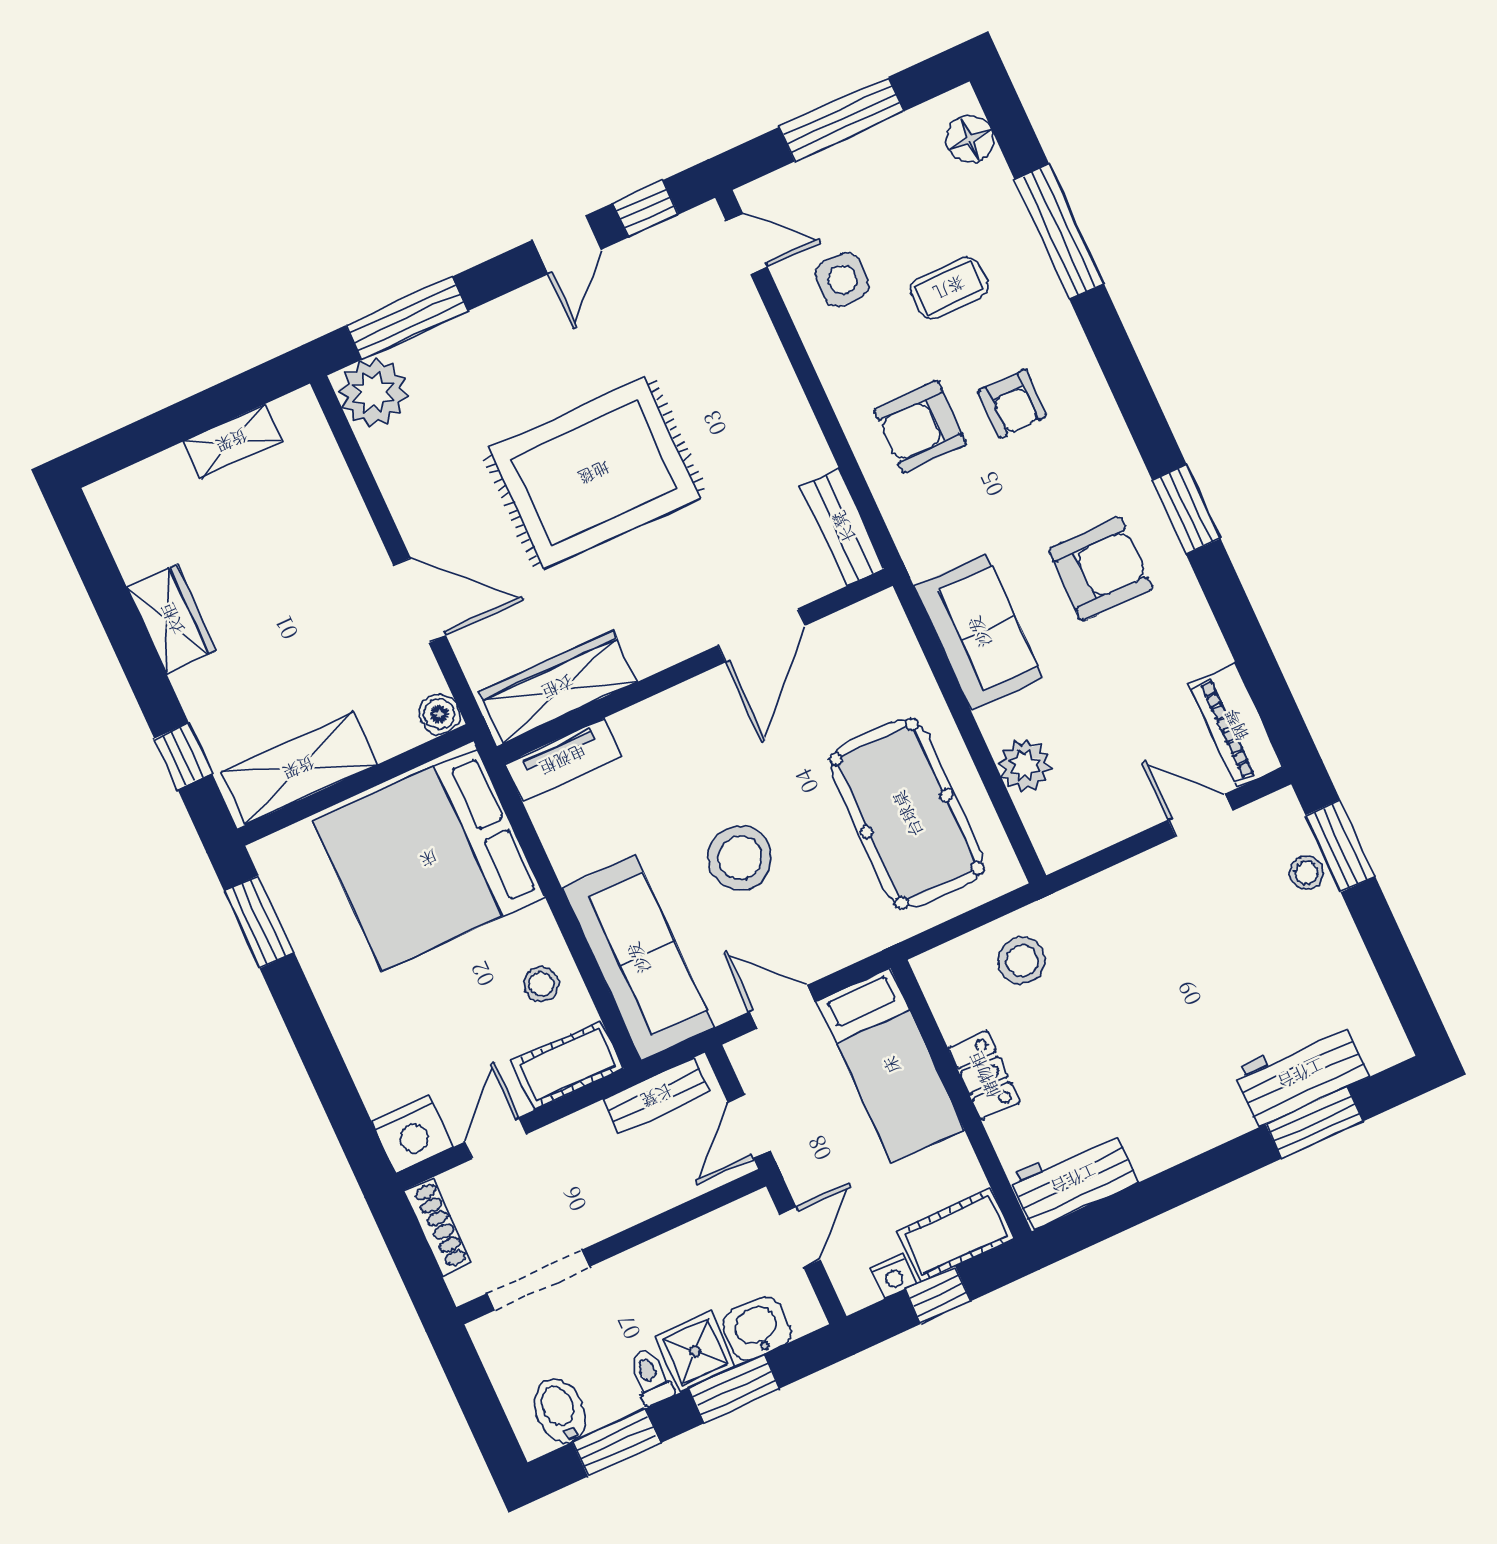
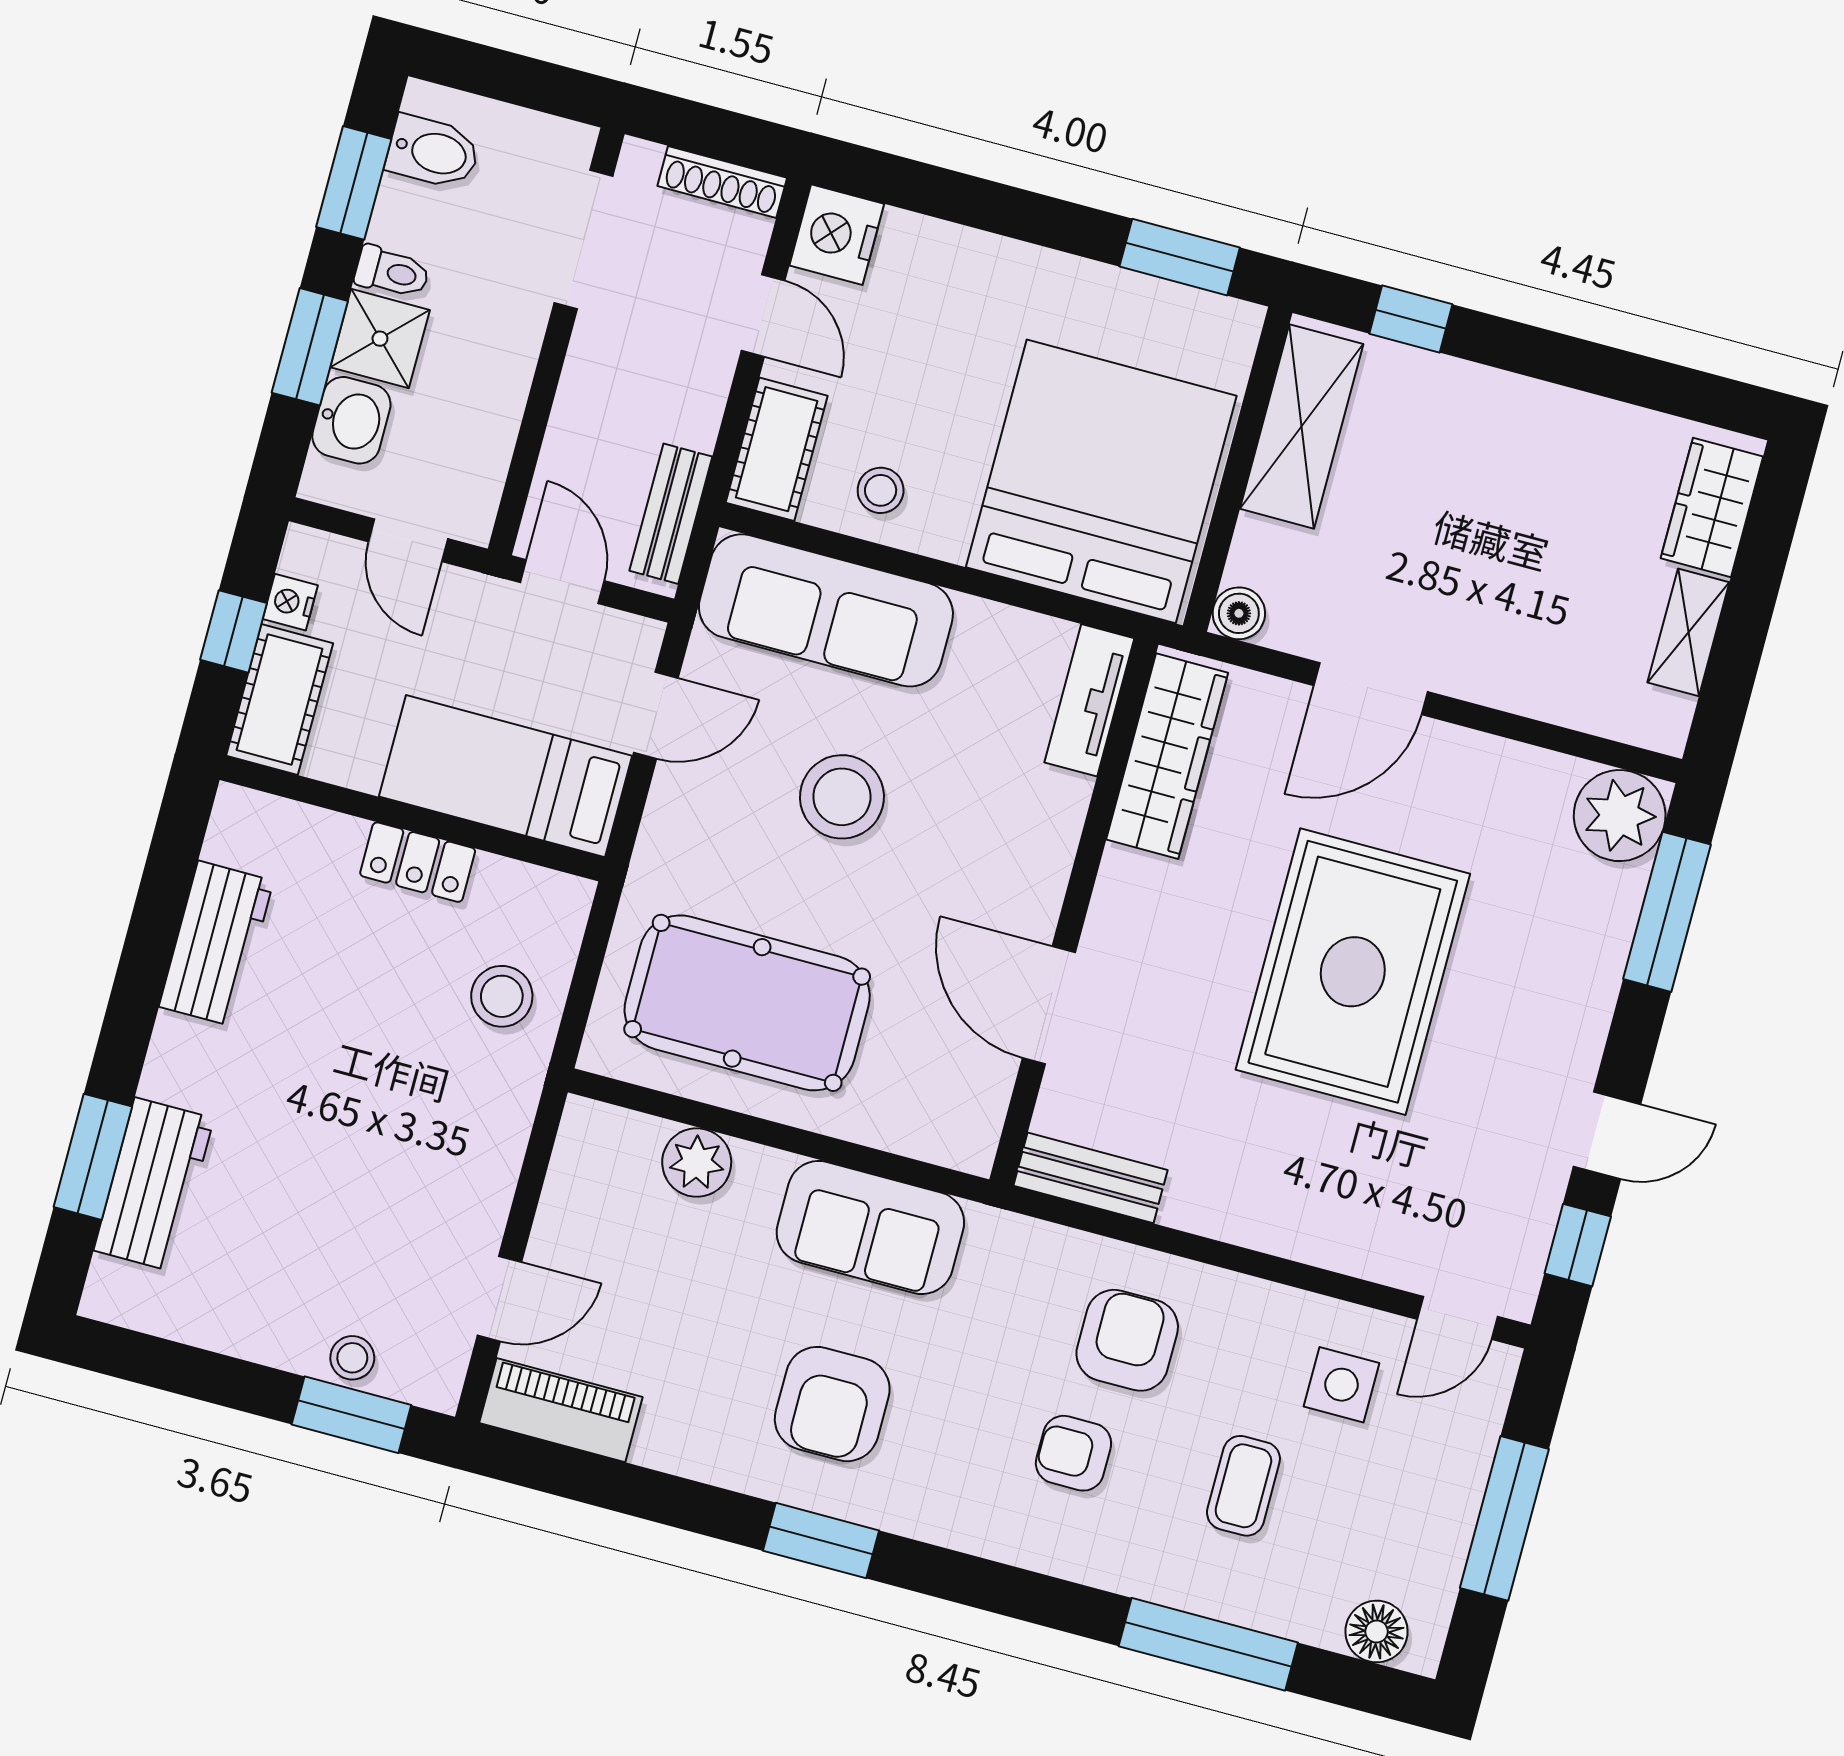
door: (567, 245) -> (1607, 1135), swing flipped
wardrobe: (172, 619) -> (1712, 507), moved, turned 90
workbench: (1074, 1179) -> (216, 944), moved

